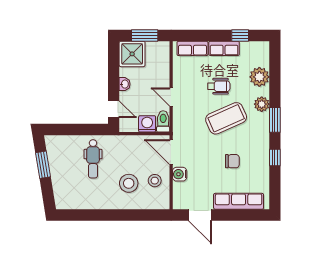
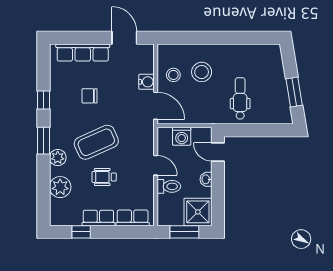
toilet: (163, 121) -> (169, 186), moved, turned -90

